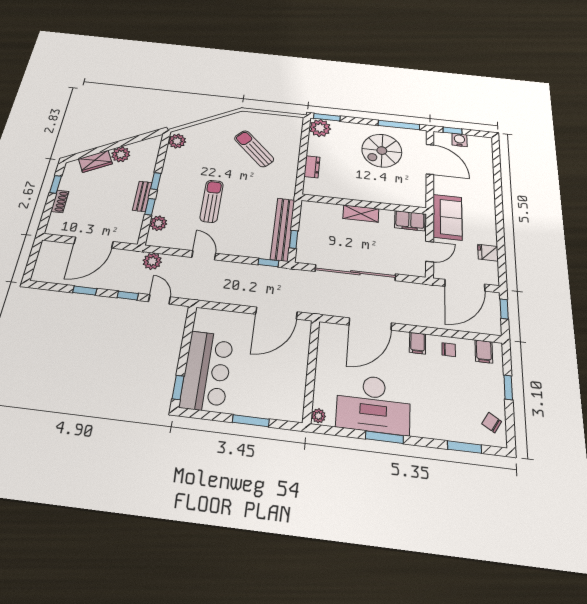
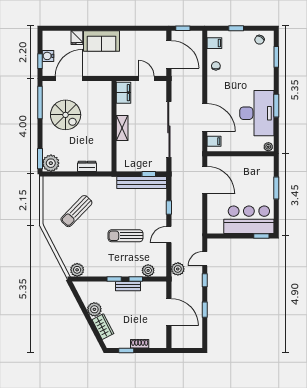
sofa: (447, 217) -> (101, 41), moved, turned 180
fridge: (488, 253) -> (77, 38), moved
window: (268, 263) -> (169, 207), moved
filing cabinet: (418, 343) -> (214, 141), moved

